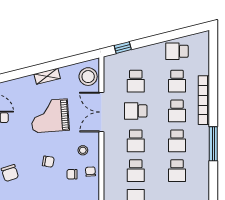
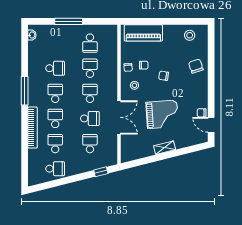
stool: (88, 77) -> (130, 147), removed
school desk: (177, 171) -> (55, 68), turned 90

